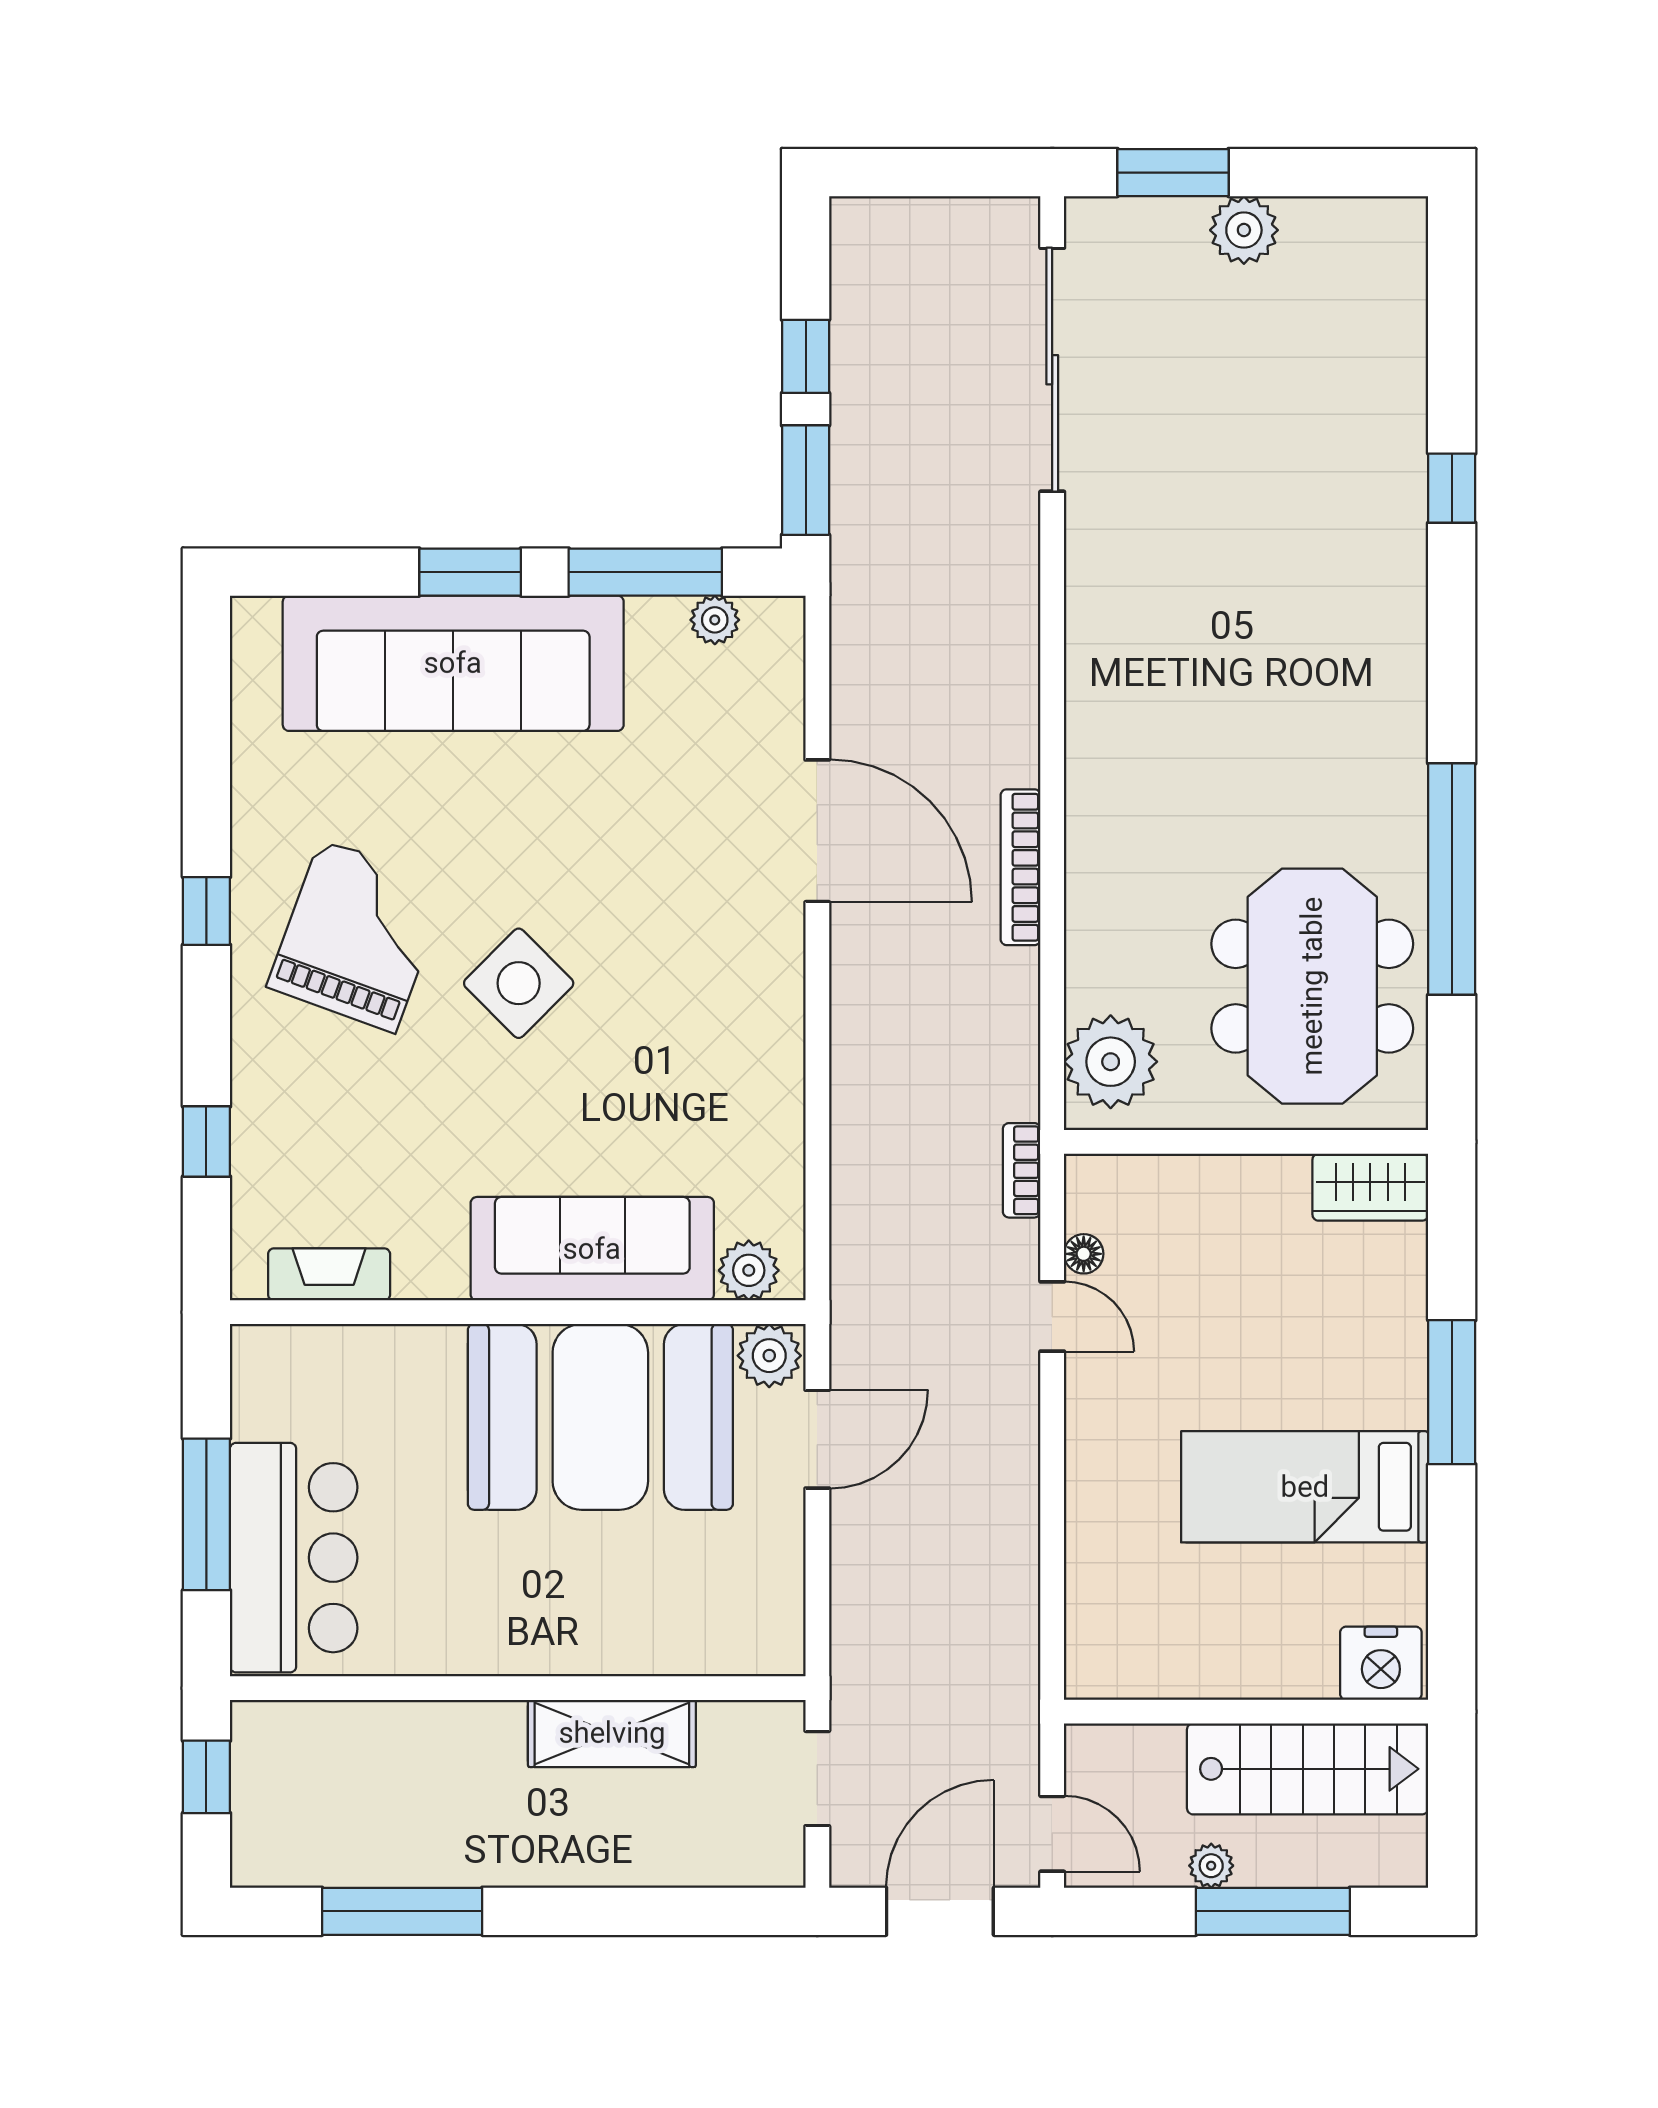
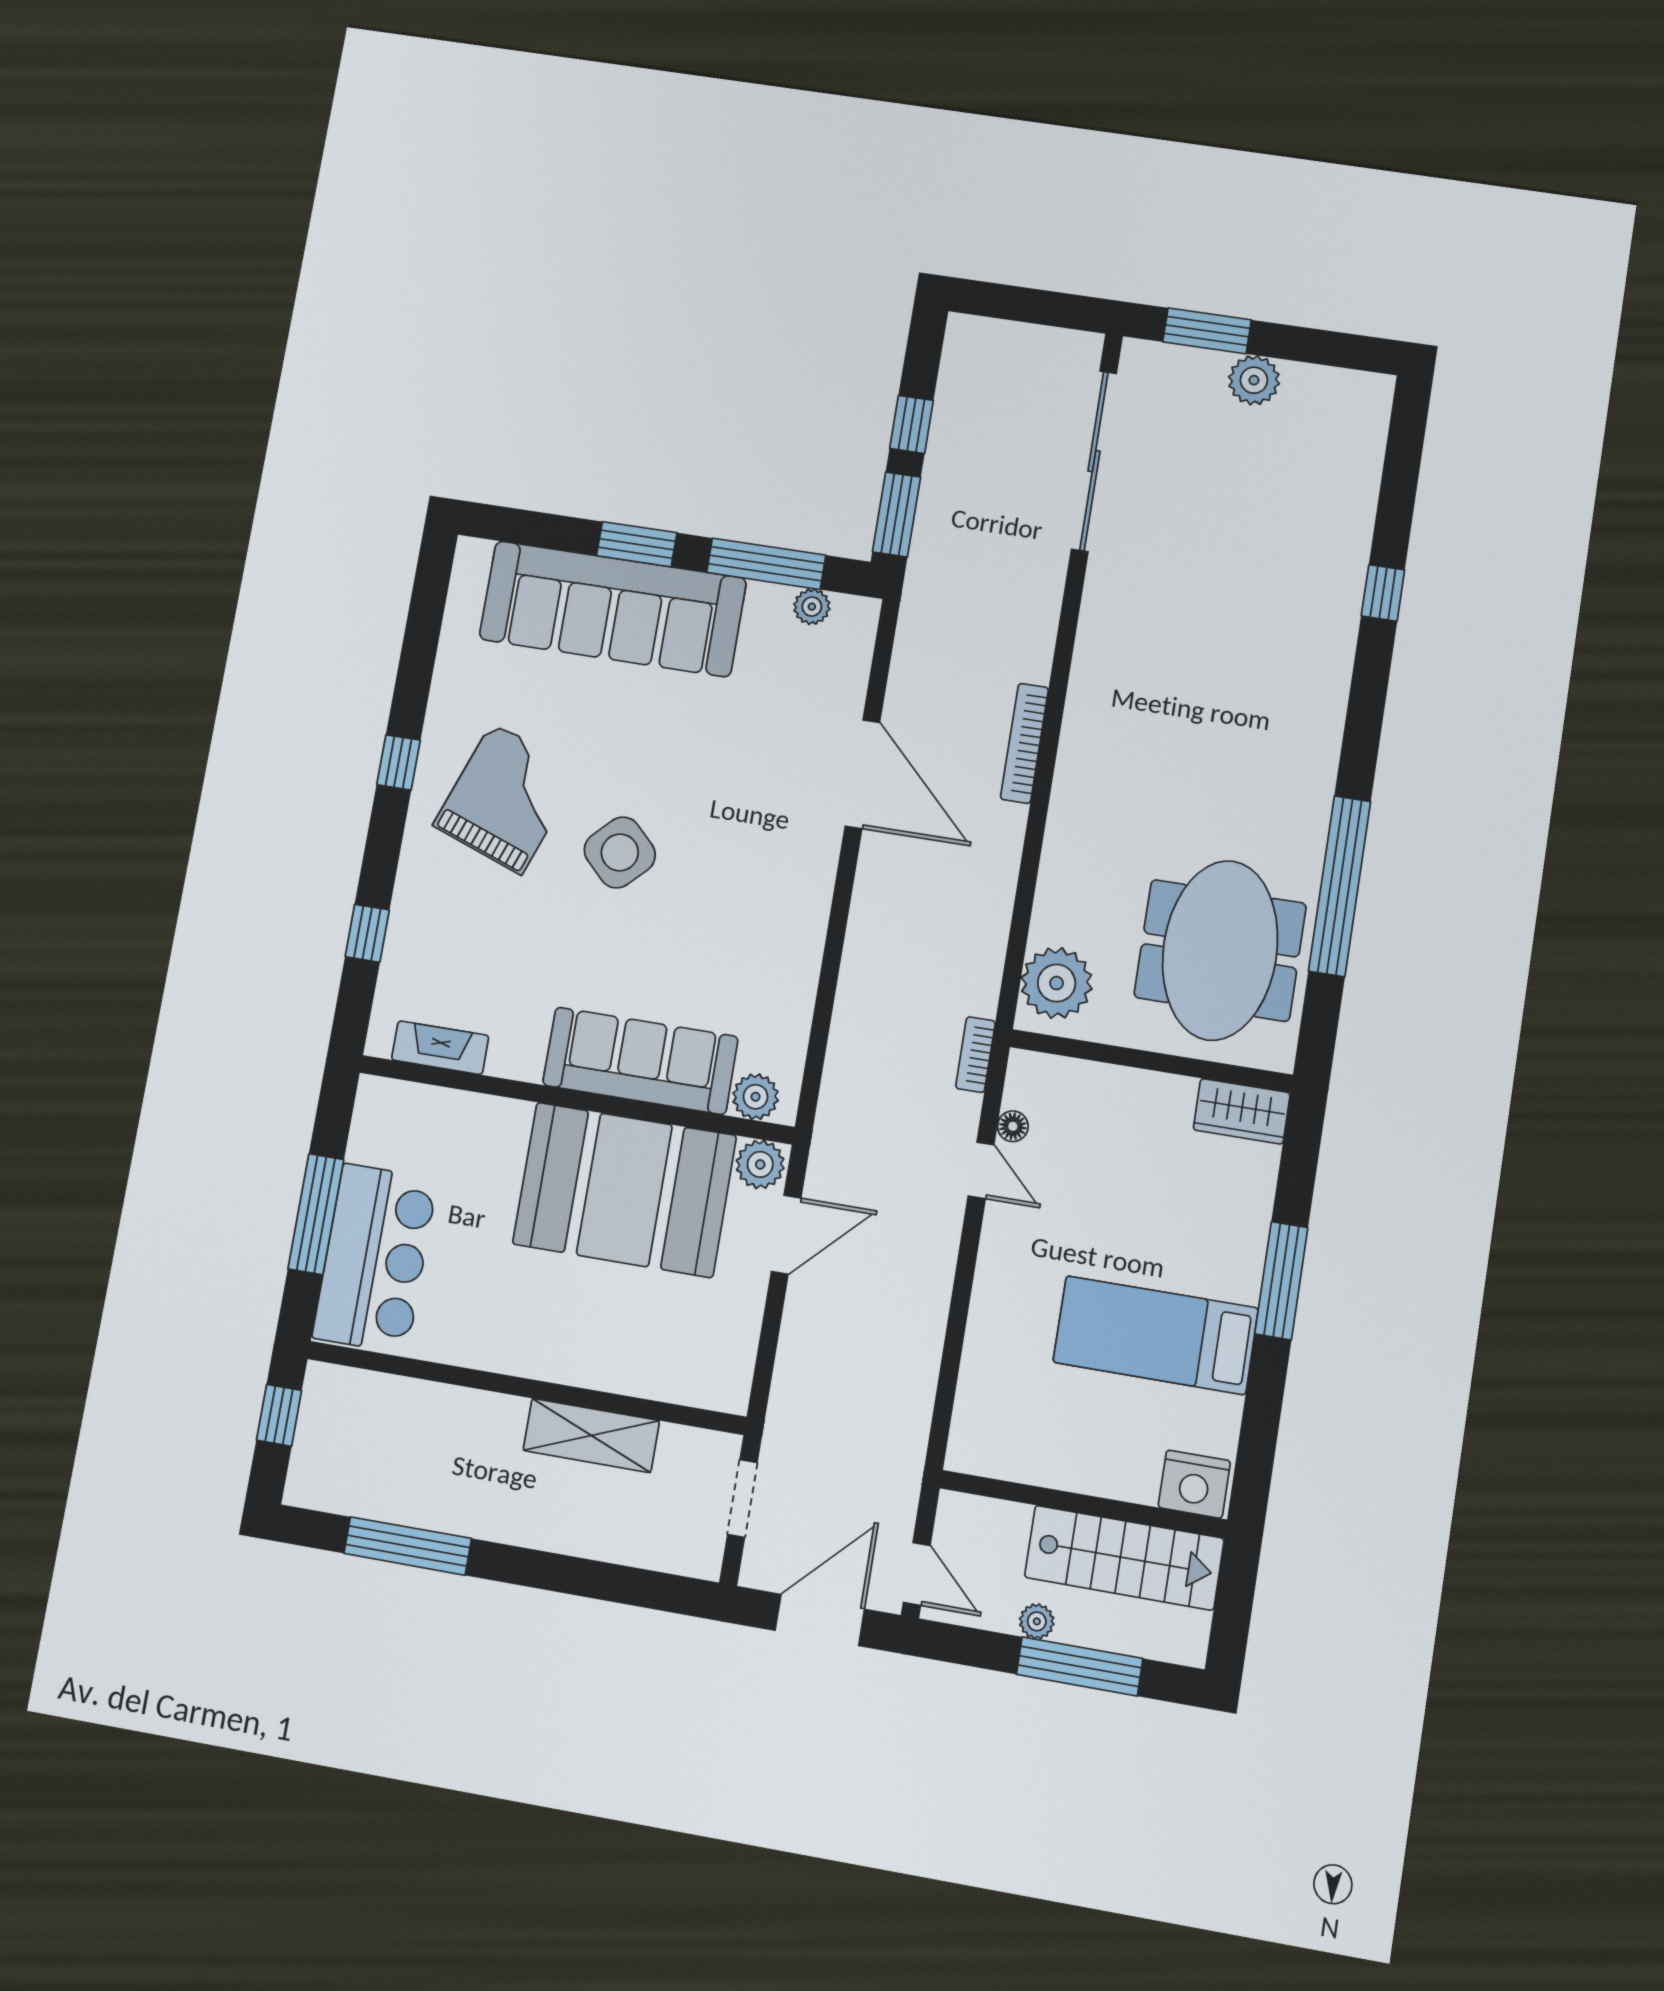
bookcase: (1021, 867) -> (1024, 743), moved

